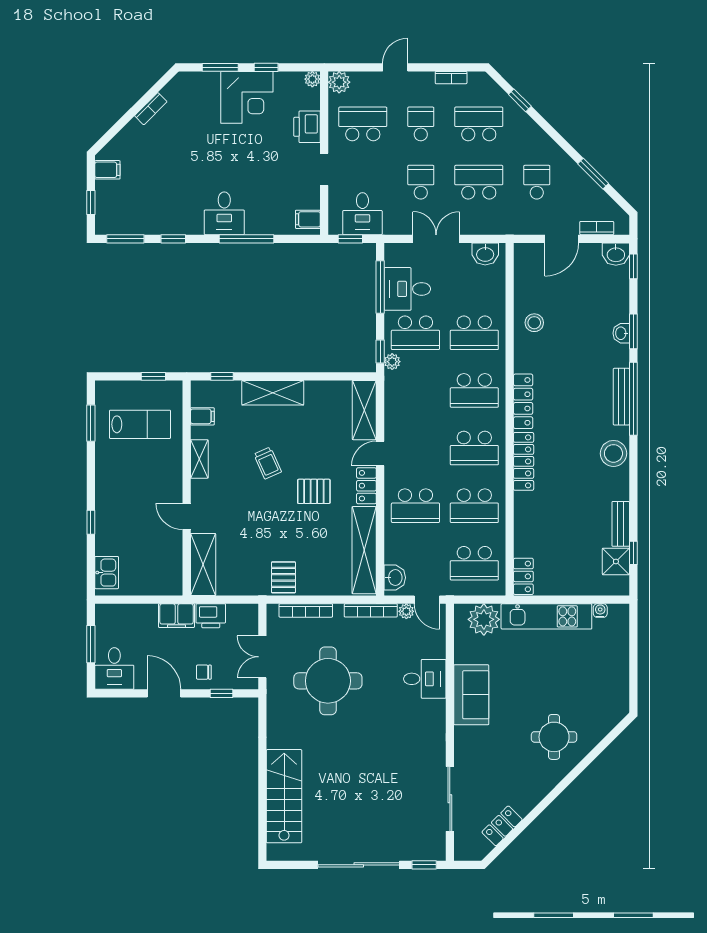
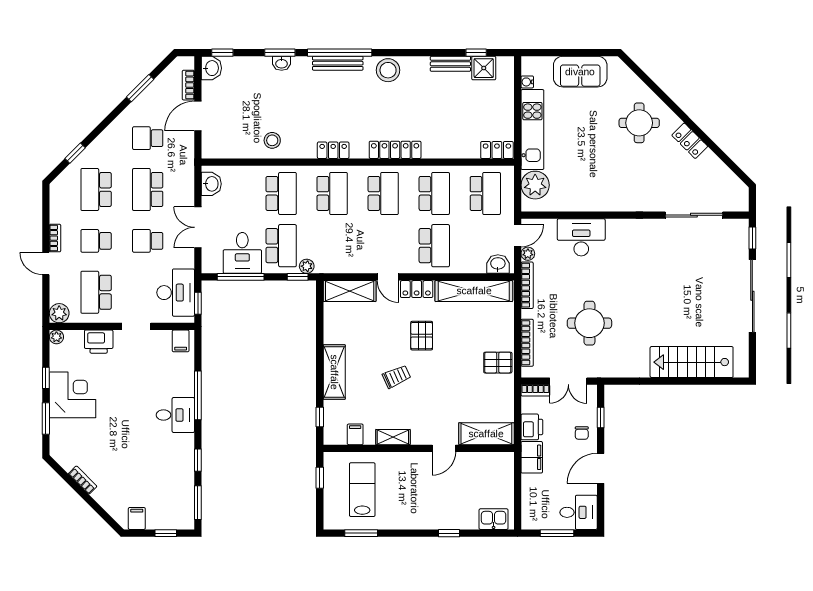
bookcase: (451, 78) -> (55, 238), moved
desk: (362, 214) -> (176, 293), width x1.37
door: (562, 239) -> (198, 116), swing flipped
locker: (523, 401) -> (333, 150), width x0.66
bookcase: (252, 620) -> (535, 390), added
desk: (425, 679) -> (581, 237), width x1.37
round table: (328, 681) -> (589, 323), width x0.73, depth x0.73
sofa: (471, 695) -> (580, 72), moved, turned 180
locker: (502, 826) -> (690, 141), moved

